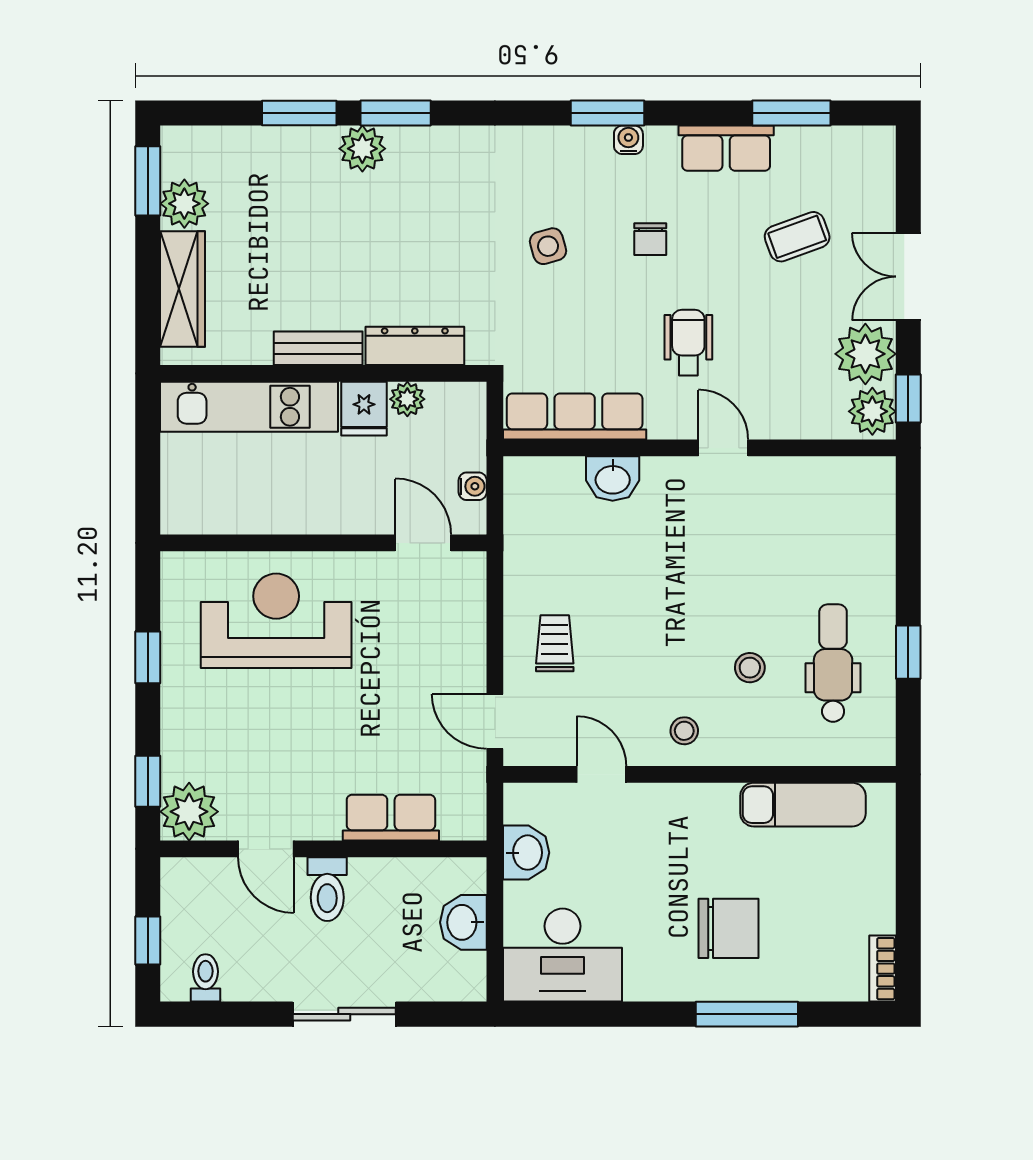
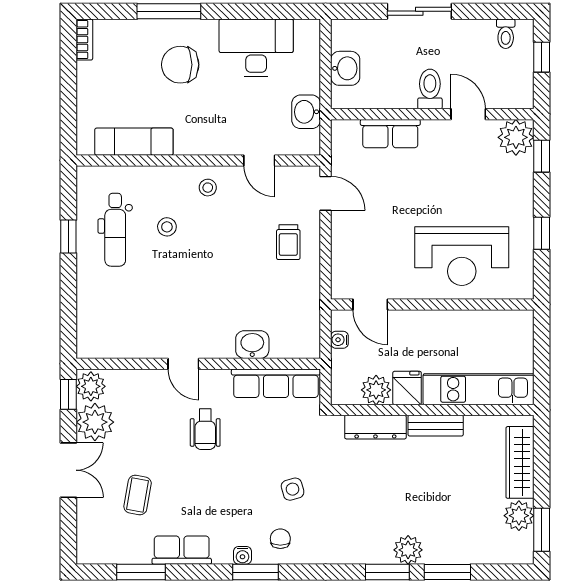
coffee table: (797, 237) -> (138, 495), turned -60
chair: (650, 239) -> (280, 539), moved
plant: (407, 399) -> (376, 390), width x1.38, depth x1.38
desk: (563, 955) -> (256, 48), moved

